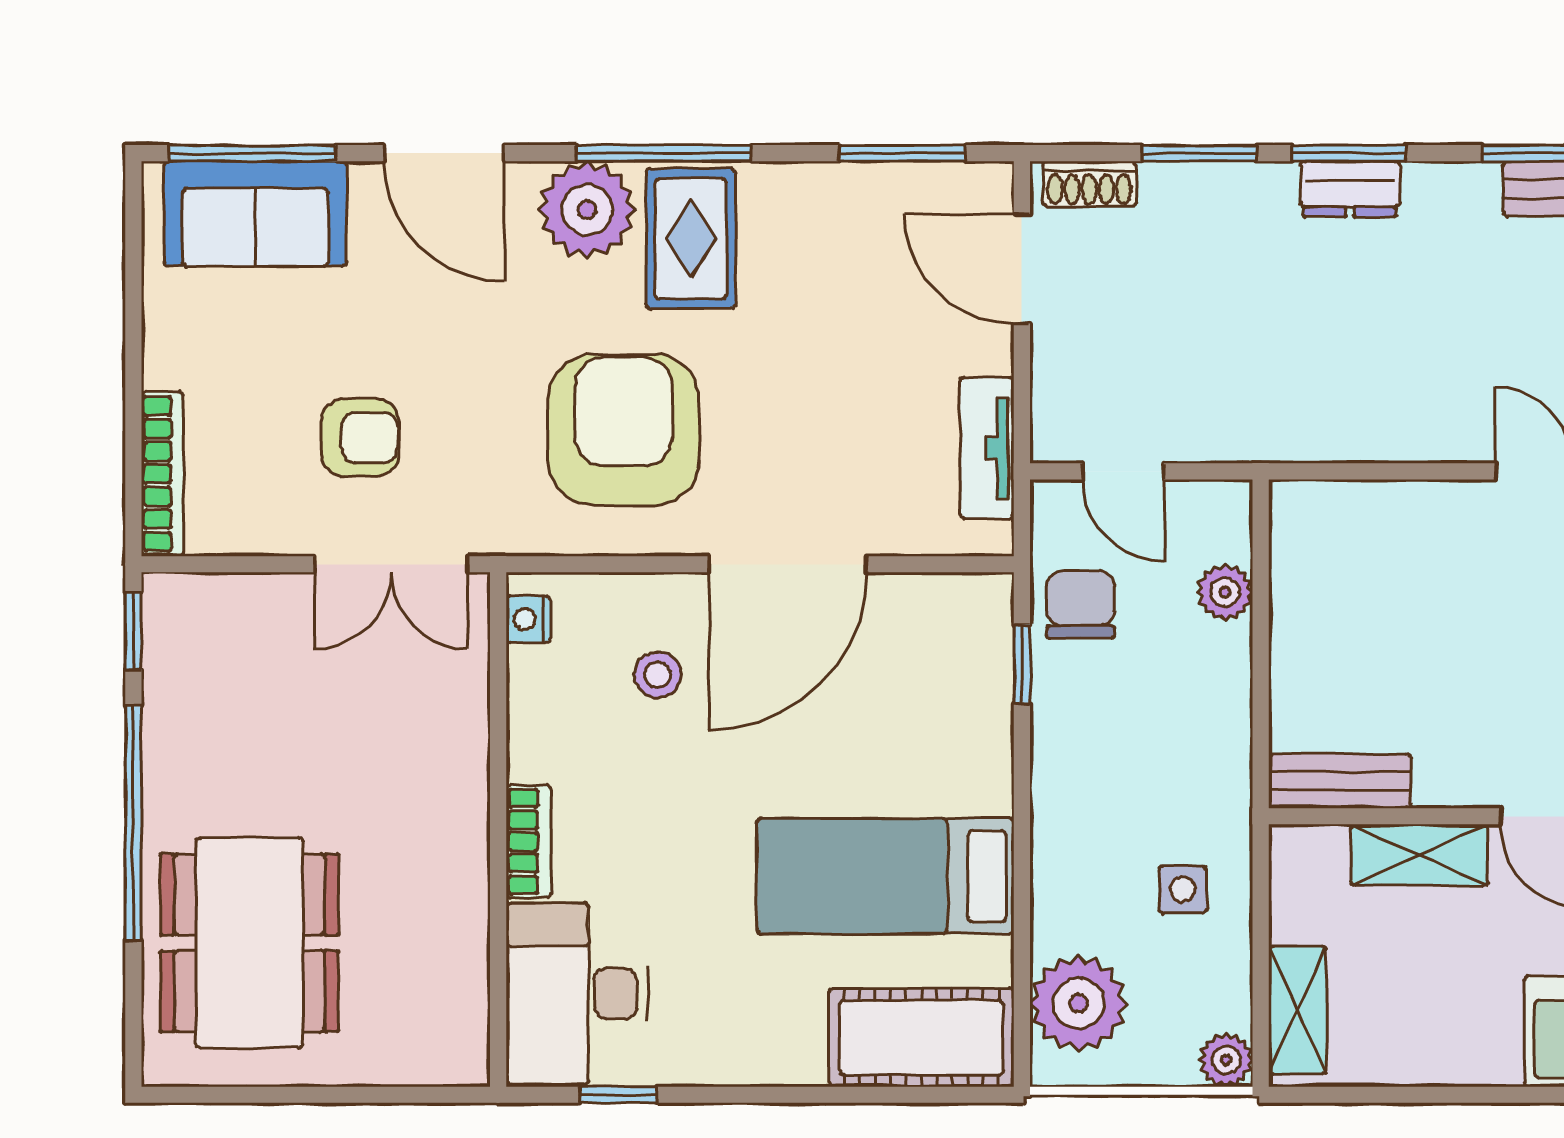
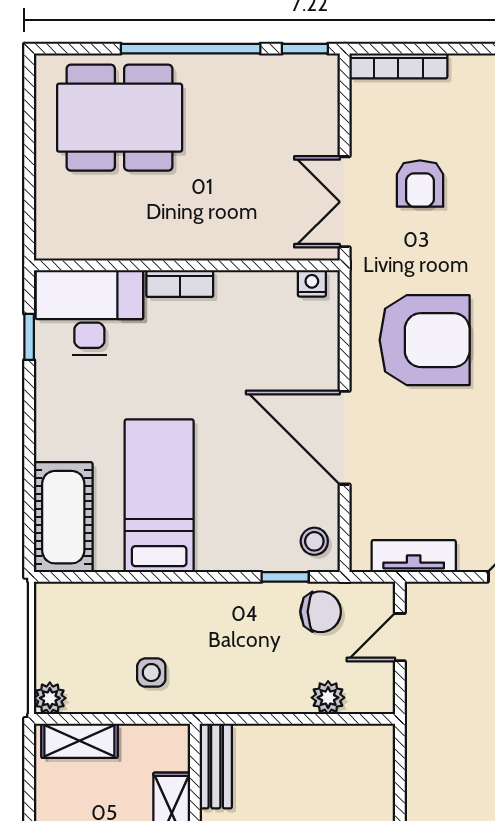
stool: (658, 675) -> (314, 541), moved
plant: (1078, 1003) -> (84, 611), removed

